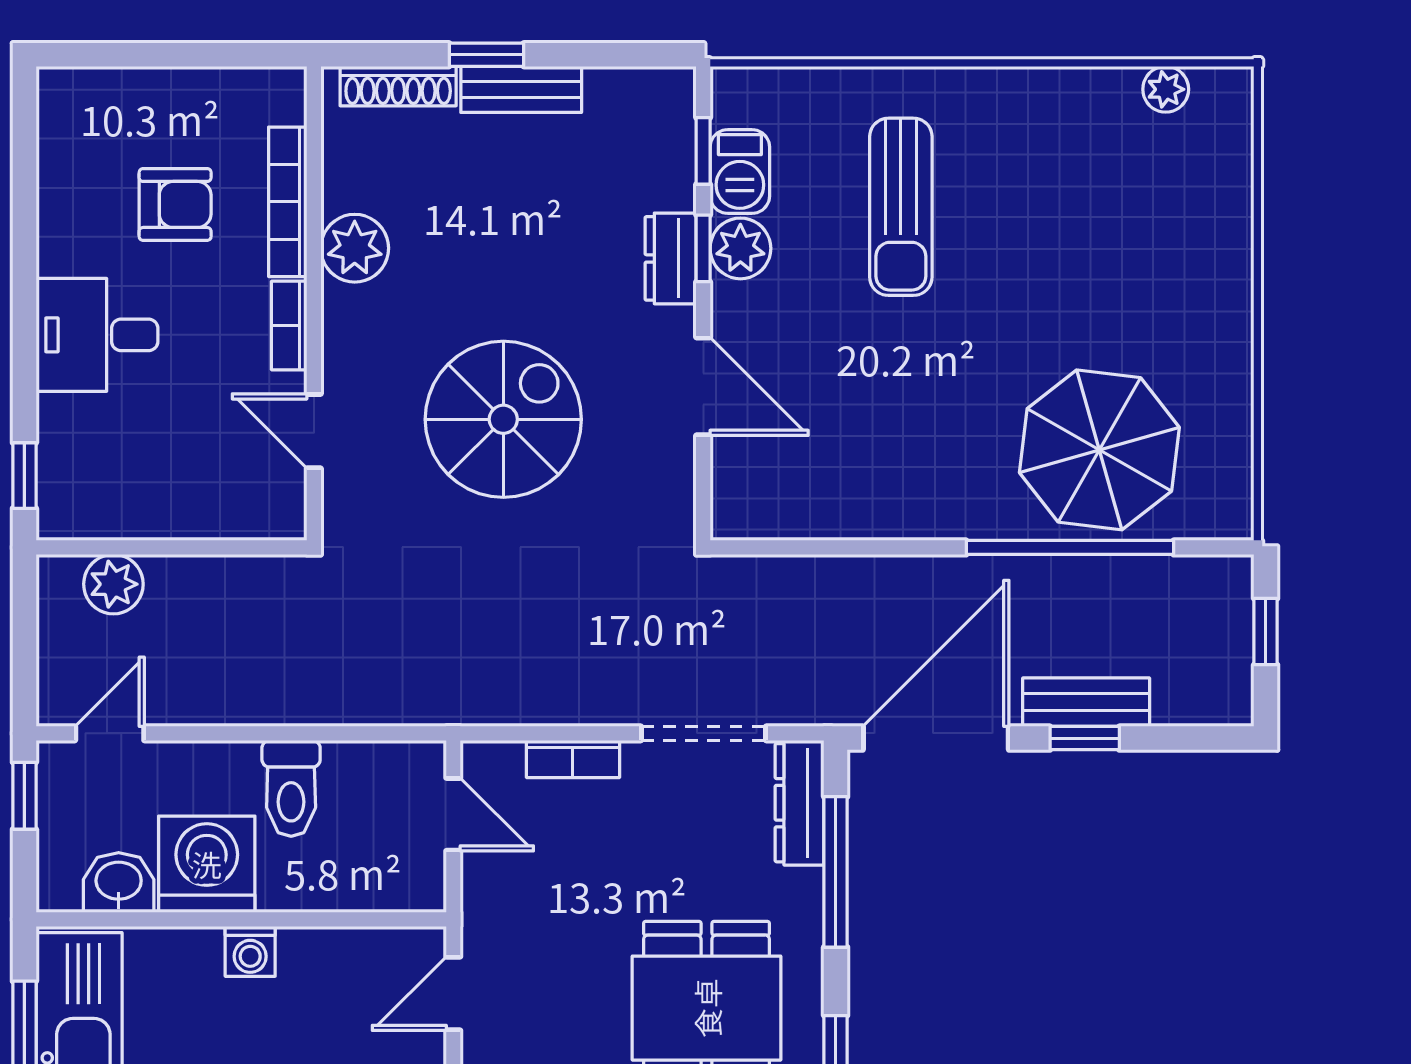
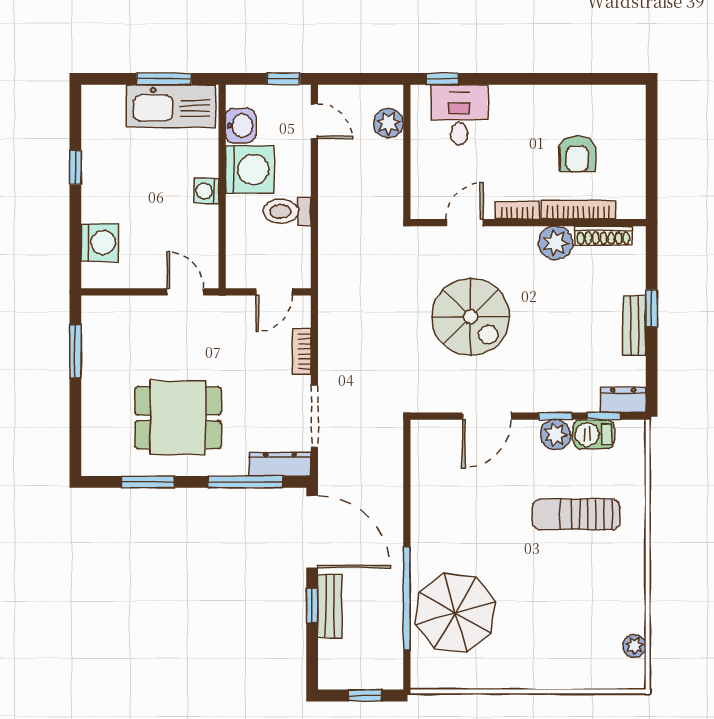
shoe rack: (398, 86) -> (603, 236), moved, turned -90
dresser: (671, 258) -> (623, 400), moved
desk: (97, 335) -> (459, 115), moved

